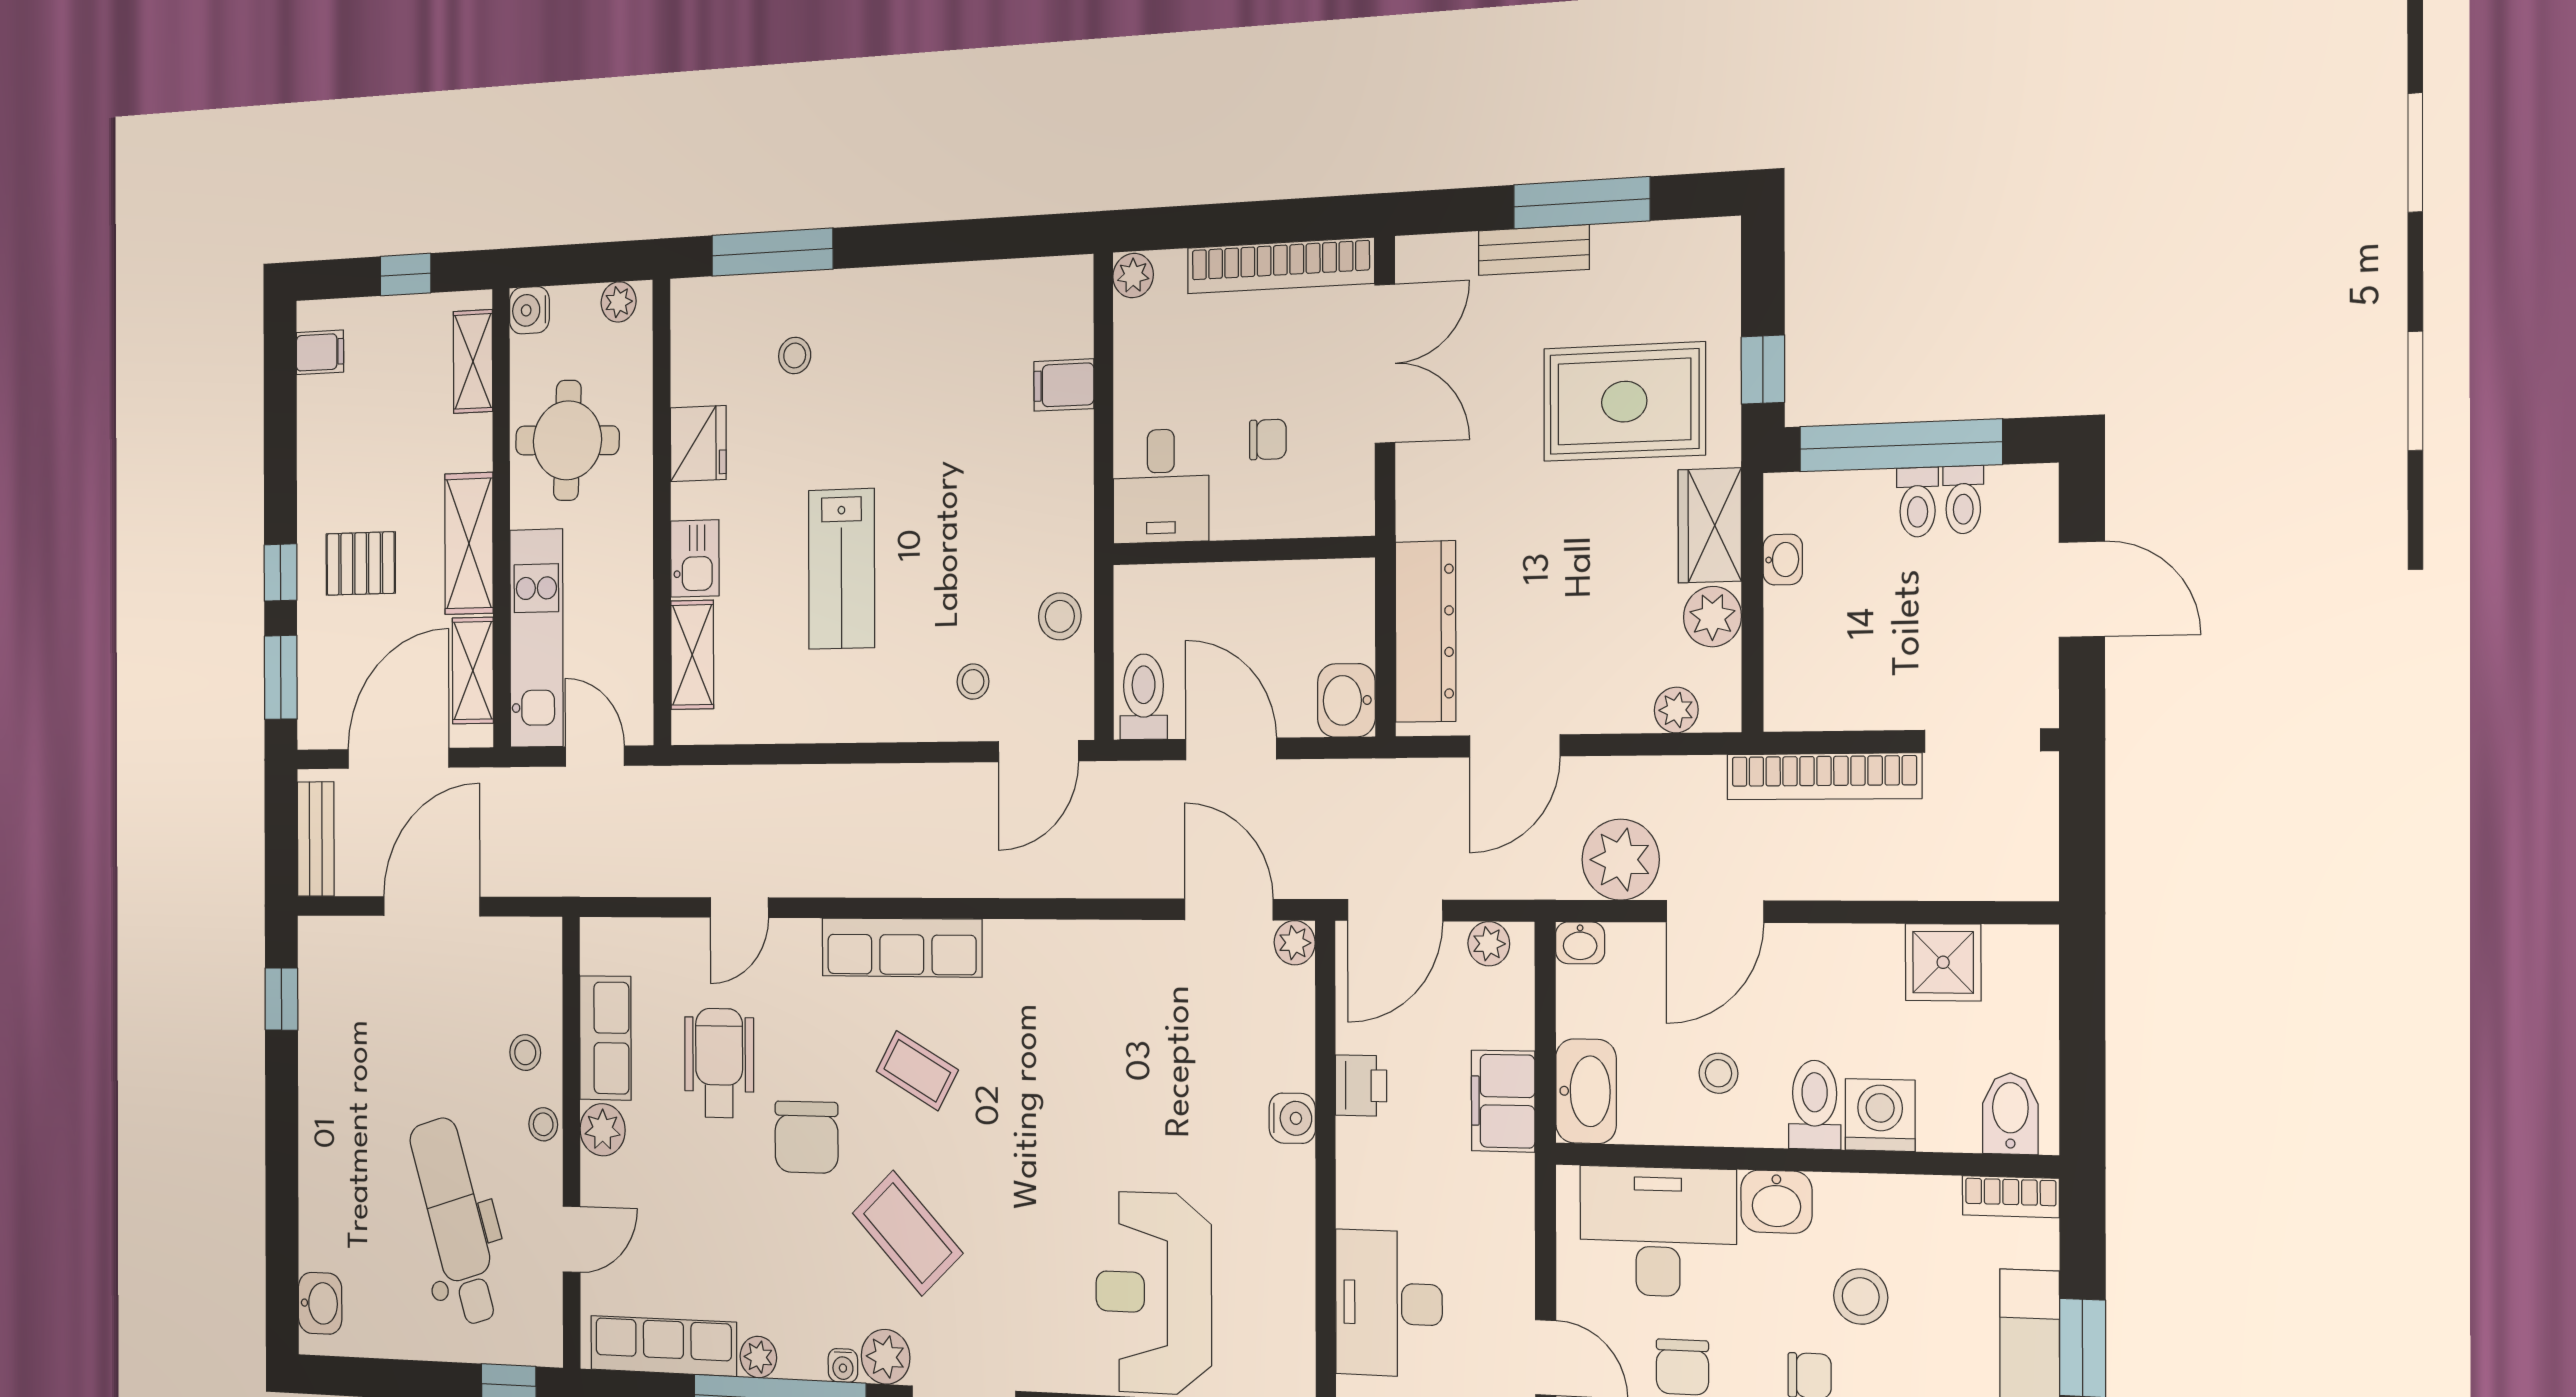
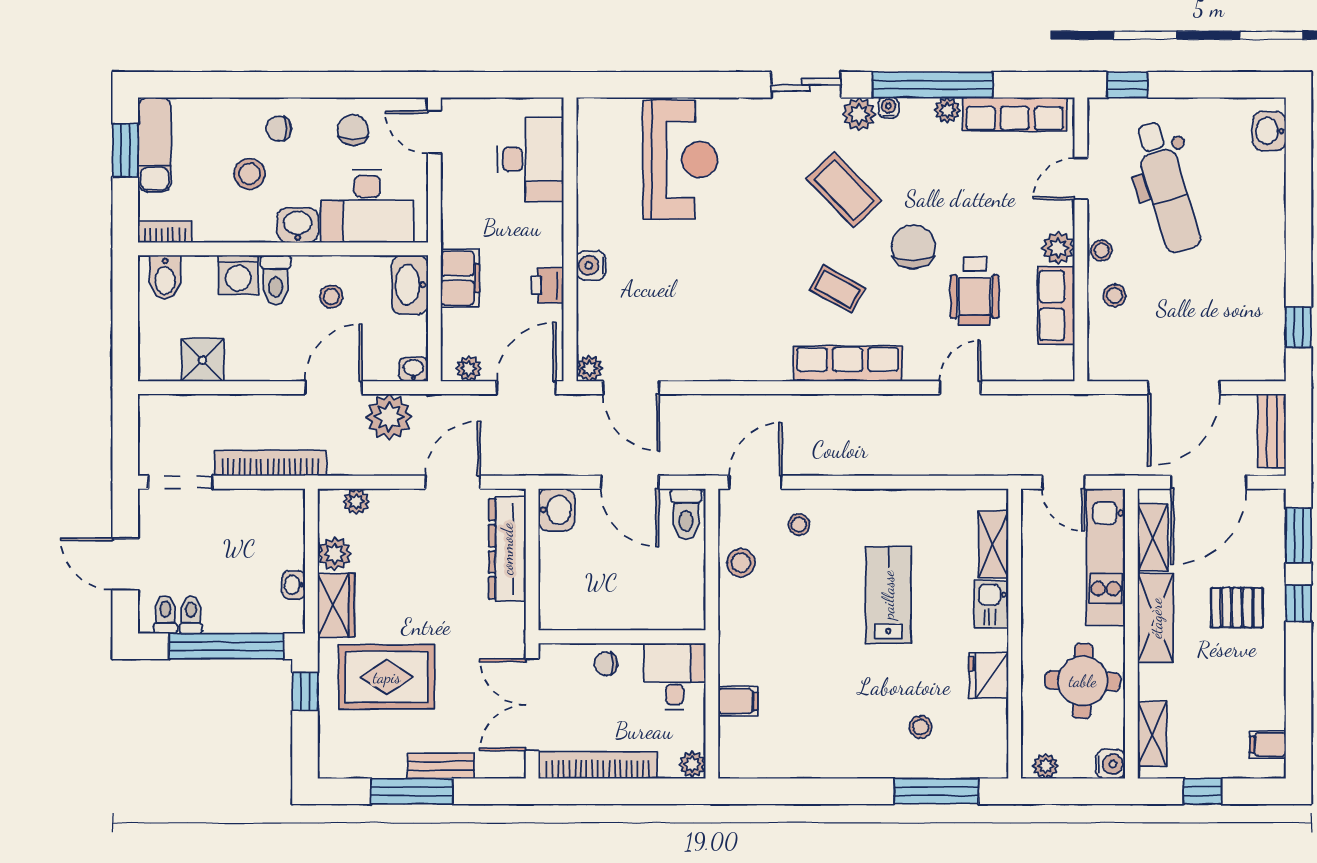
desk: (1161, 486) -> (675, 676), moved
toilet: (1918, 502) -> (165, 614), moved
wall: (1243, 551) -> (622, 637), moved

